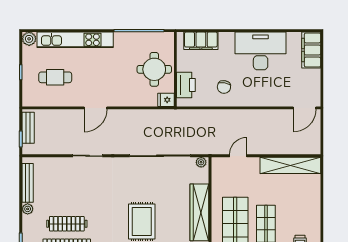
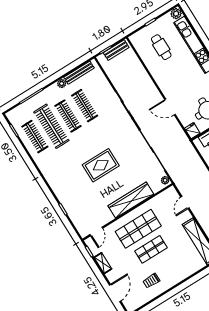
door: (95, 108) -> (170, 107), moved
door: (238, 156) -> (185, 202), swing flipped
clothes rail: (67, 199) -> (85, 106), added

